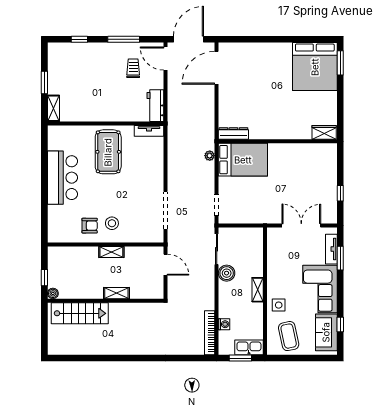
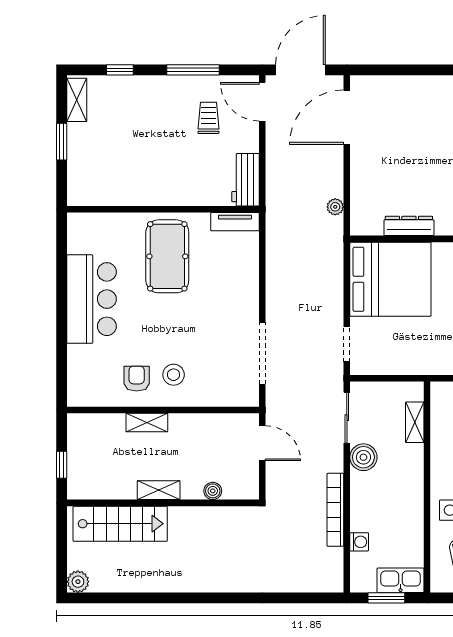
shelving: (53, 108) -> (77, 100), moved
dresser: (233, 133) -> (409, 226), moved
plant: (210, 156) -> (335, 207), moved
bed: (243, 160) -> (390, 279), width x1.36
armchair: (90, 226) -> (137, 379), turned -90
shelving: (111, 252) -> (147, 422), moved
shelving: (258, 290) -> (415, 422), moved
boiler: (53, 293) -> (213, 491), moved
shelving: (116, 293) -> (159, 490), moved
bookcase: (210, 333) -> (335, 510), moved
plant: (54, 348) -> (78, 582), added

